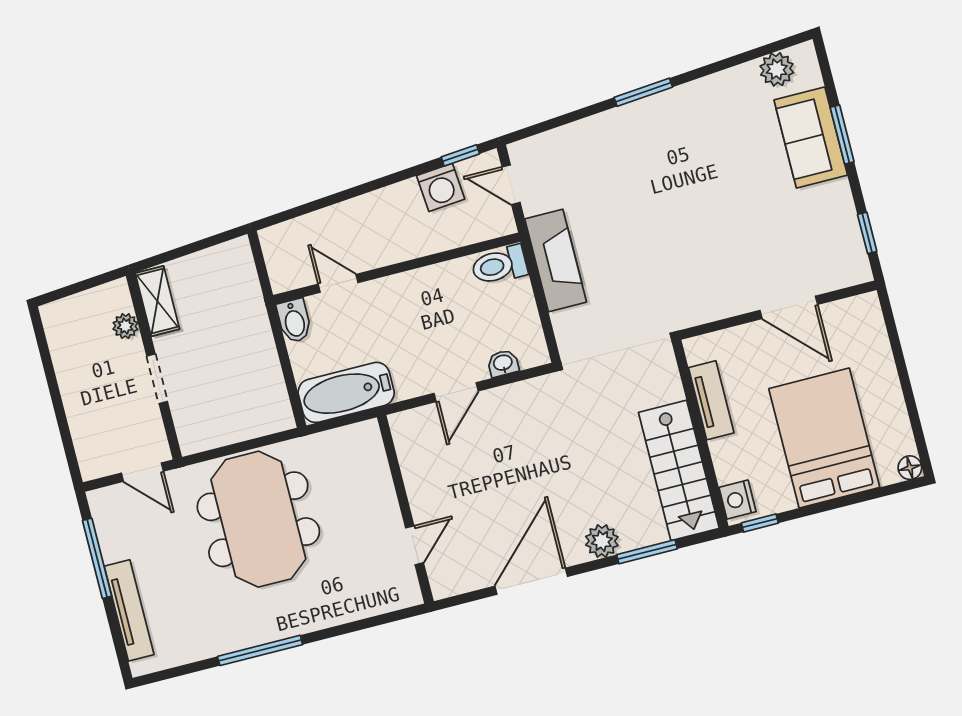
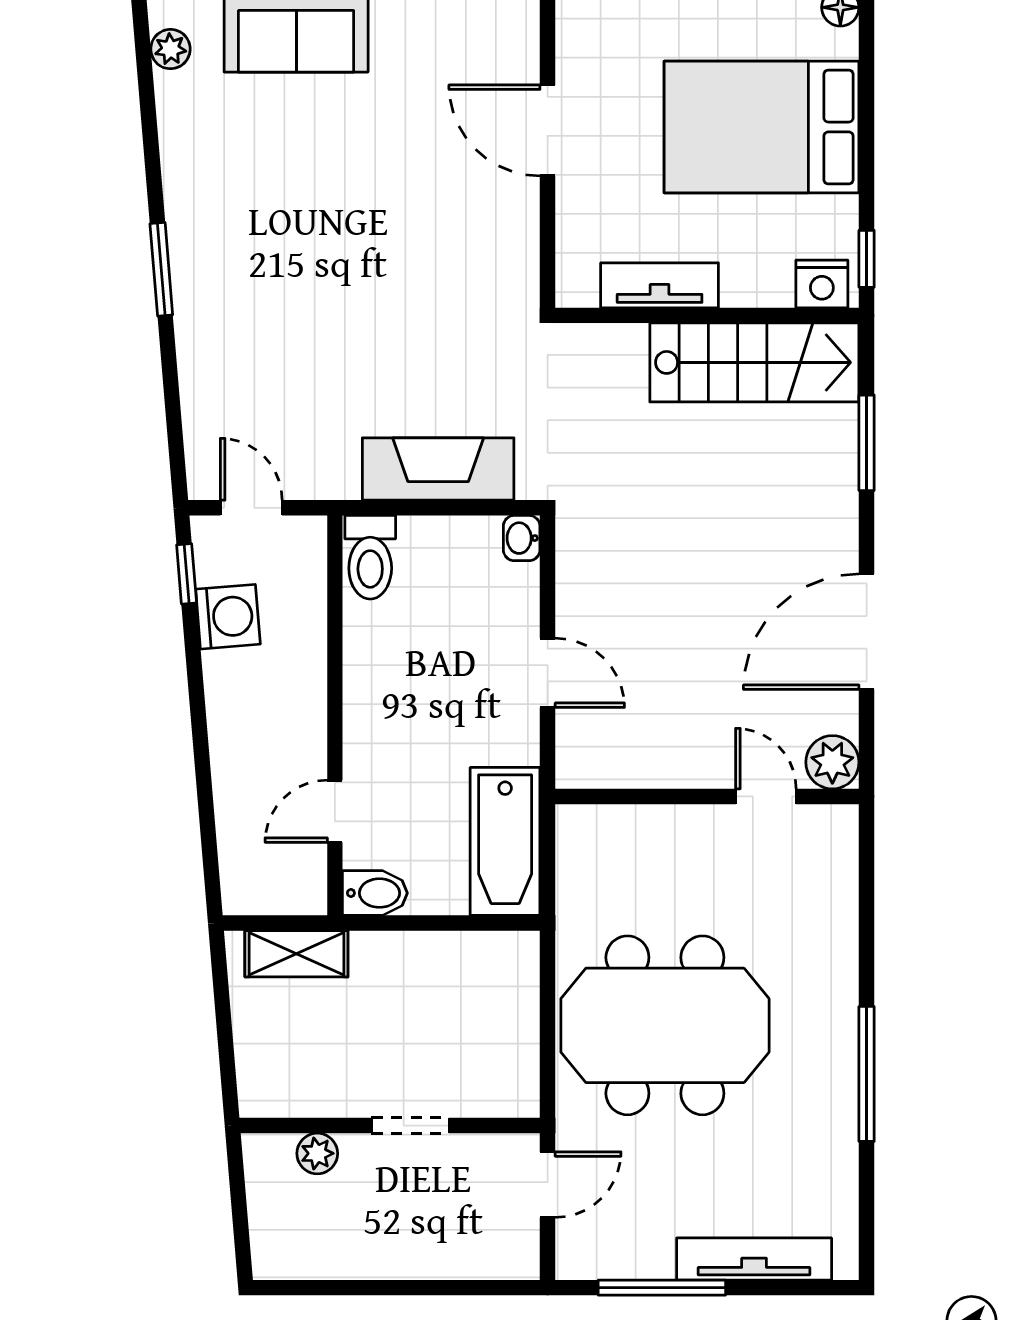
plant: (777, 69) -> (170, 49), width x0.73, depth x0.73
door: (511, 185) -> (251, 508), swing flipped
fireplace: (556, 260) -> (438, 469), moved
shelving: (157, 301) -> (296, 954), moved
door: (789, 307) -> (548, 130), swing flipped
washbasin: (503, 363) -> (522, 538), moved
plant: (602, 541) -> (832, 762), moved
door: (531, 581) -> (867, 632), hinge flipped

